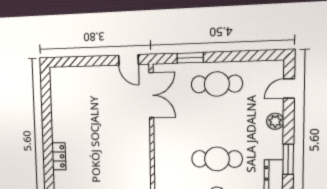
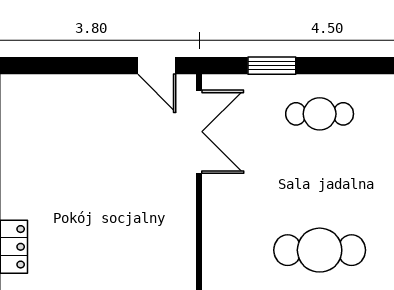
cafe table: (217, 84) -> (320, 114), width x0.73, depth x0.74

